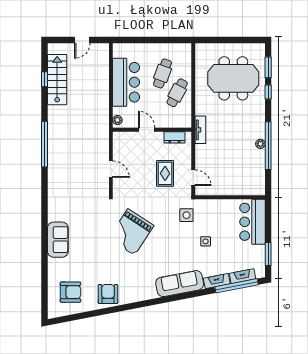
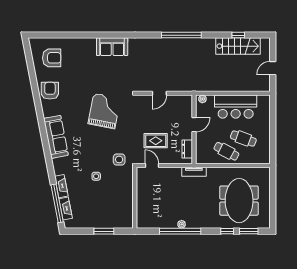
door: (82, 40) -> (273, 68), hinge flipped
door: (193, 178) -> (152, 165), swing flipped
bar counter: (252, 222) -> (113, 217), removed
grand piano: (131, 232) -> (104, 111), turned 68
sofa: (58, 240) -> (112, 47), moved
window: (268, 254) -> (104, 231), moved
sofa: (180, 284) -> (56, 137), moved
armchair: (71, 292) -> (52, 58), turned -90
armchair: (108, 294) -> (50, 91), turned -90

